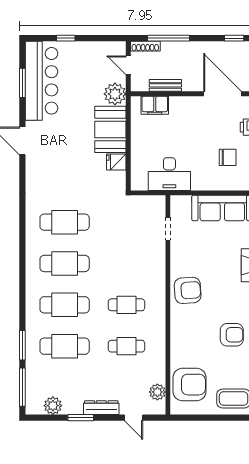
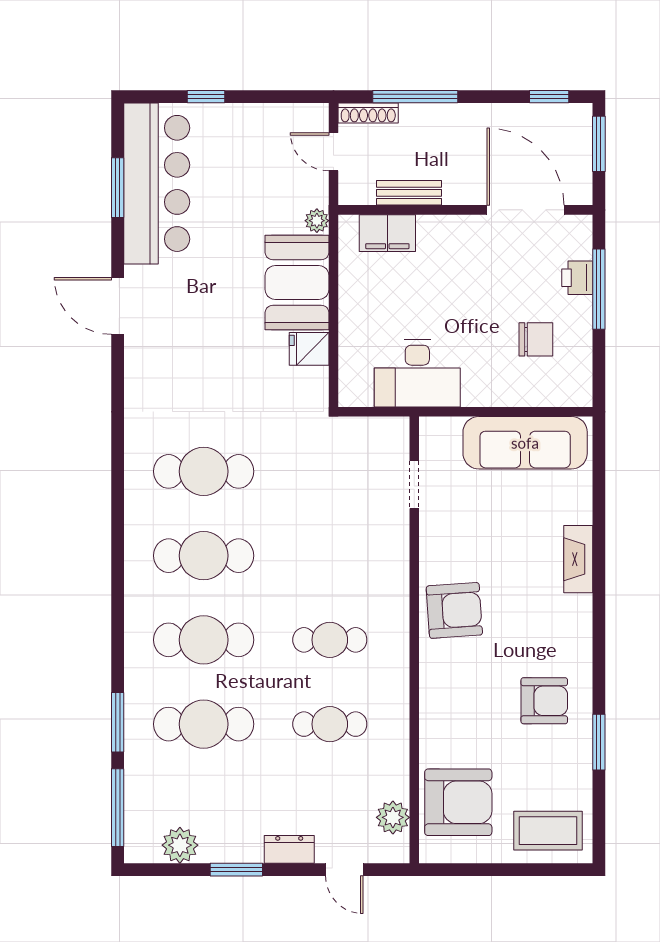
plant: (115, 94) -> (317, 221), width x0.53, depth x0.53
dresser: (101, 408) -> (289, 849), width x0.70

